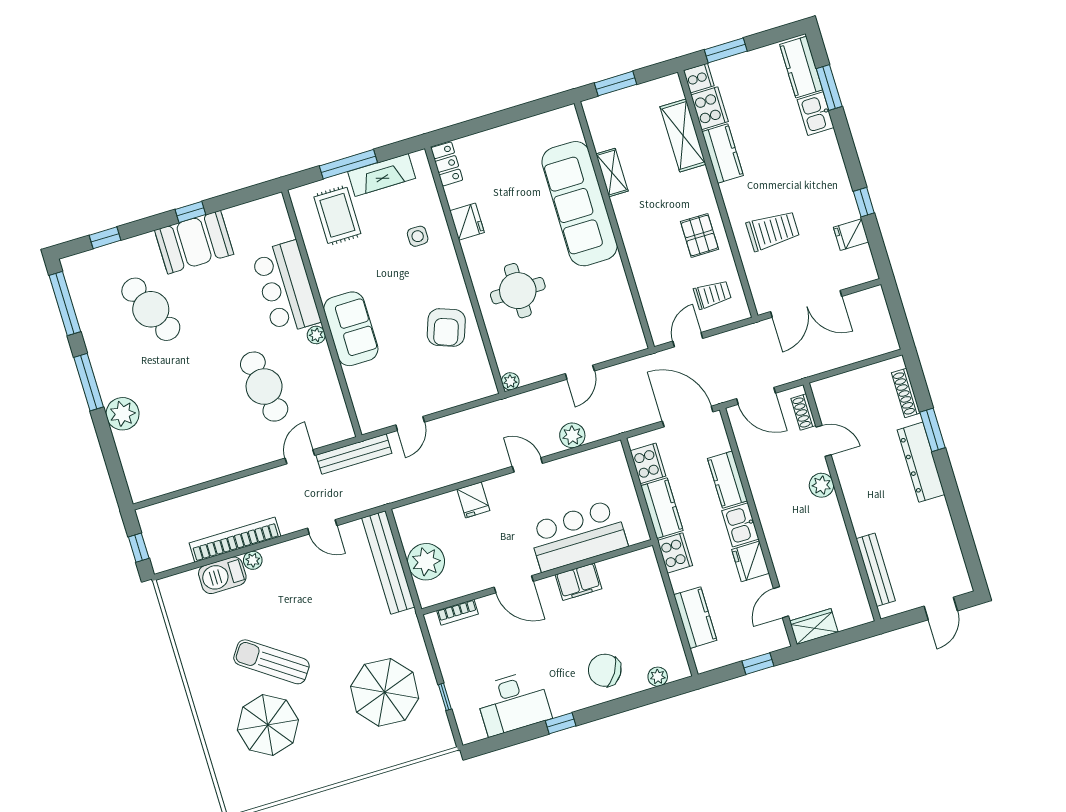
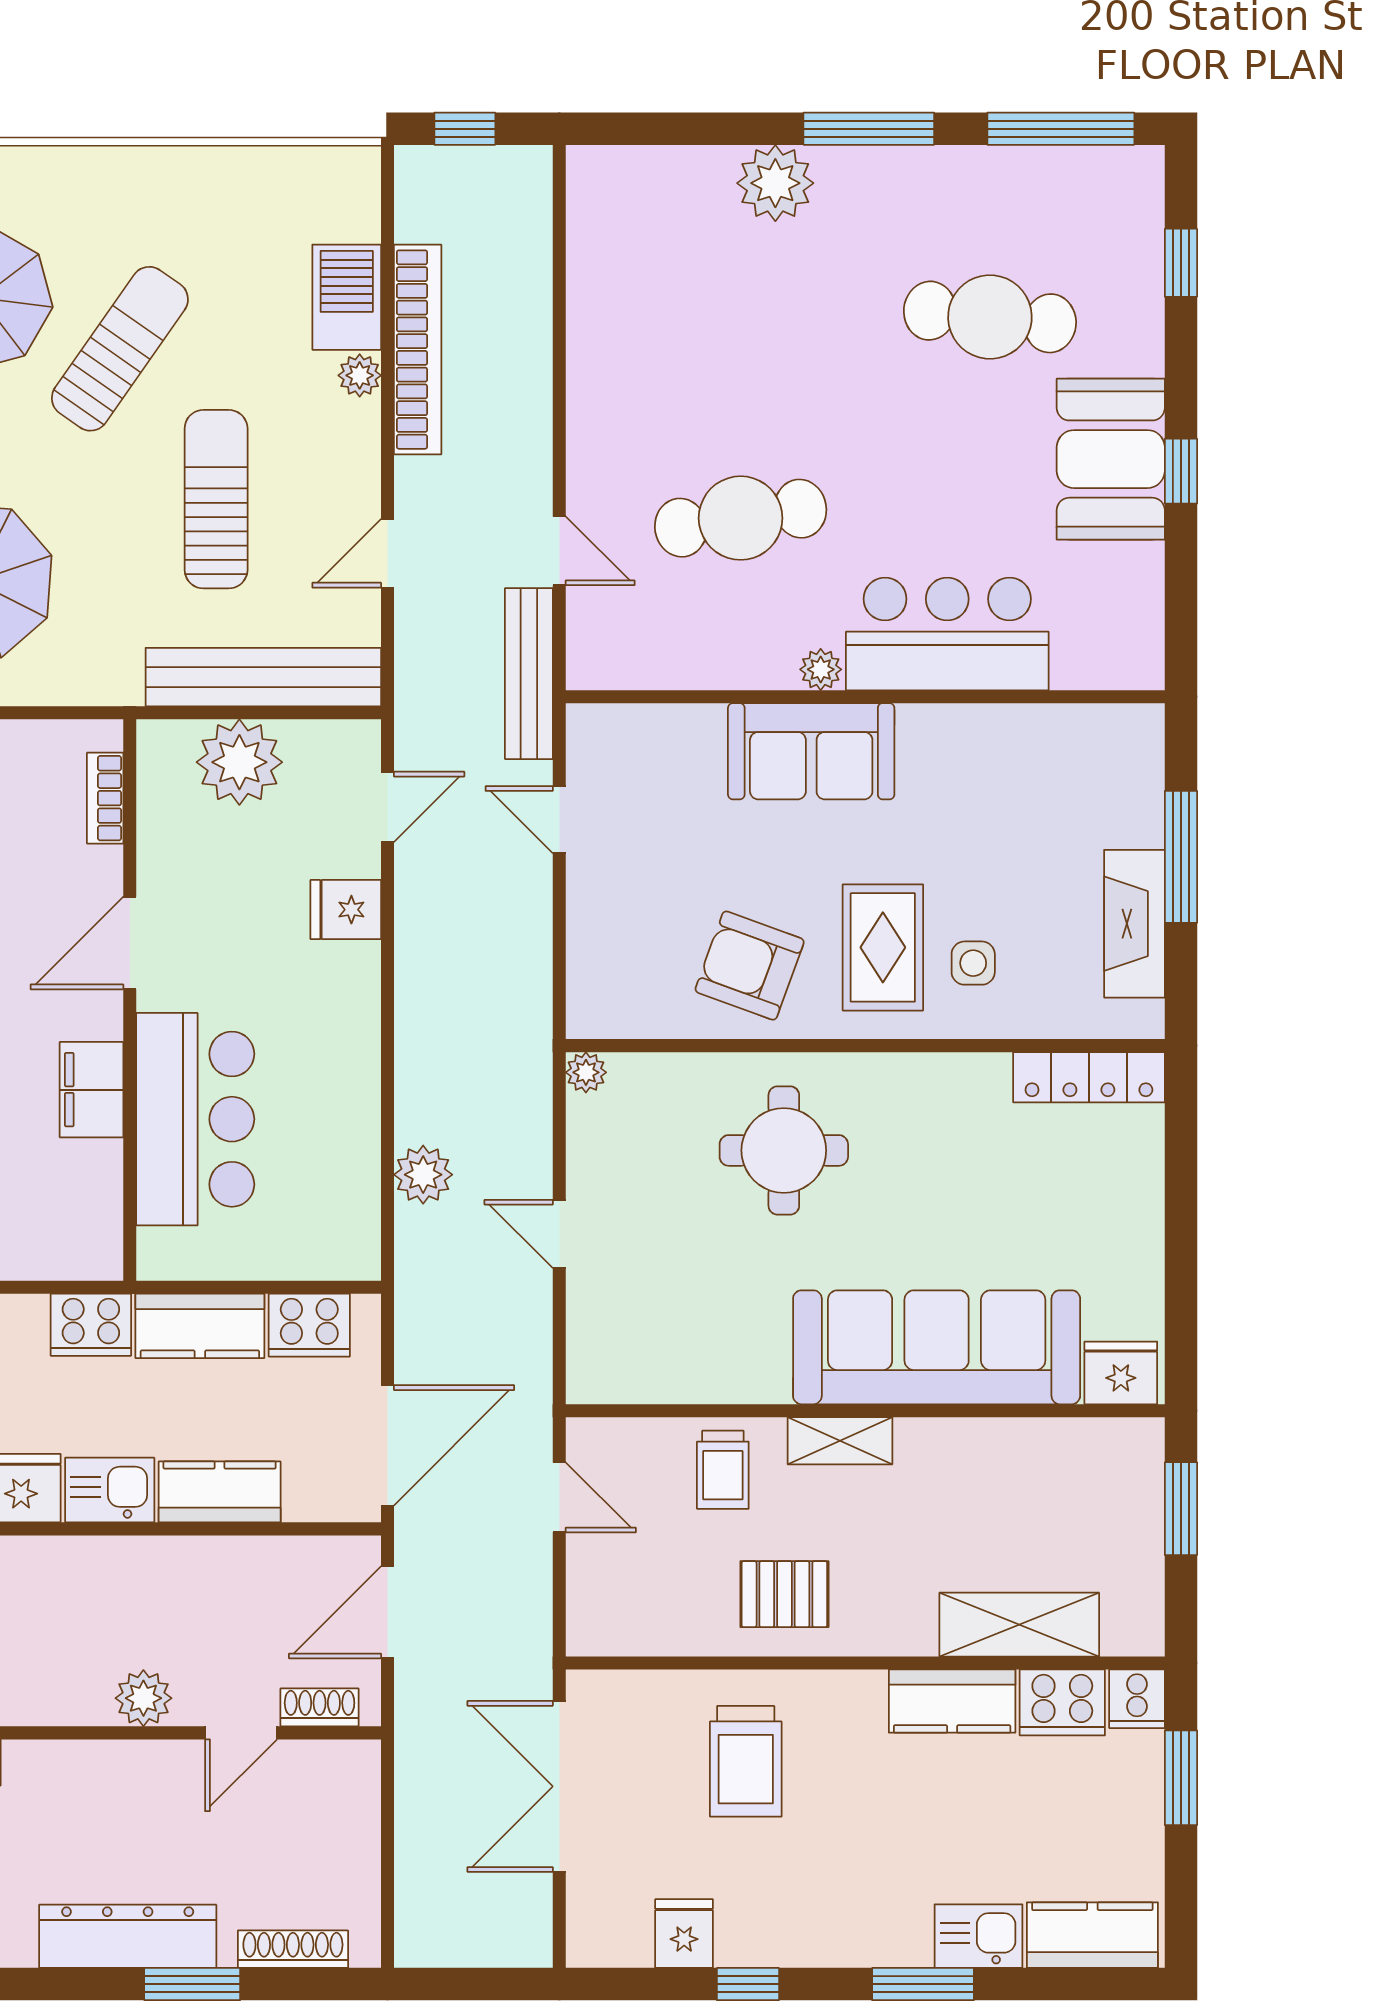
window: (829, 88) -> (923, 1984), moved
locker: (447, 164) -> (1089, 1077), width x1.53
shelving: (612, 173) -> (840, 1441), moved
rug: (337, 215) -> (883, 947), moved, turned 90
fridge: (467, 222) -> (1121, 1373), moved, turned 180
trolley: (712, 294) -> (723, 1470), moved
cafe table: (151, 309) -> (990, 317), turned 30
door: (527, 465) -> (387, 807), moved
sun lounger: (321, 604) -> (216, 499), added

